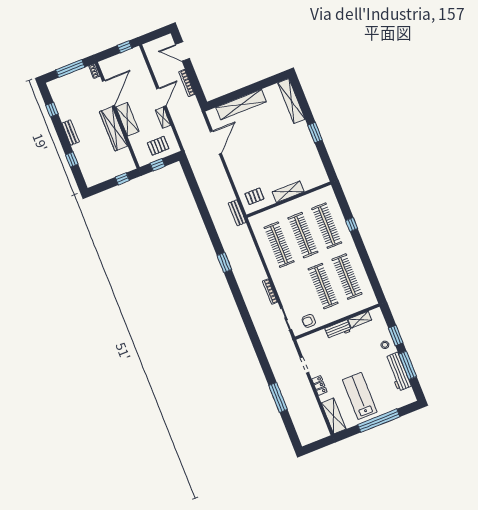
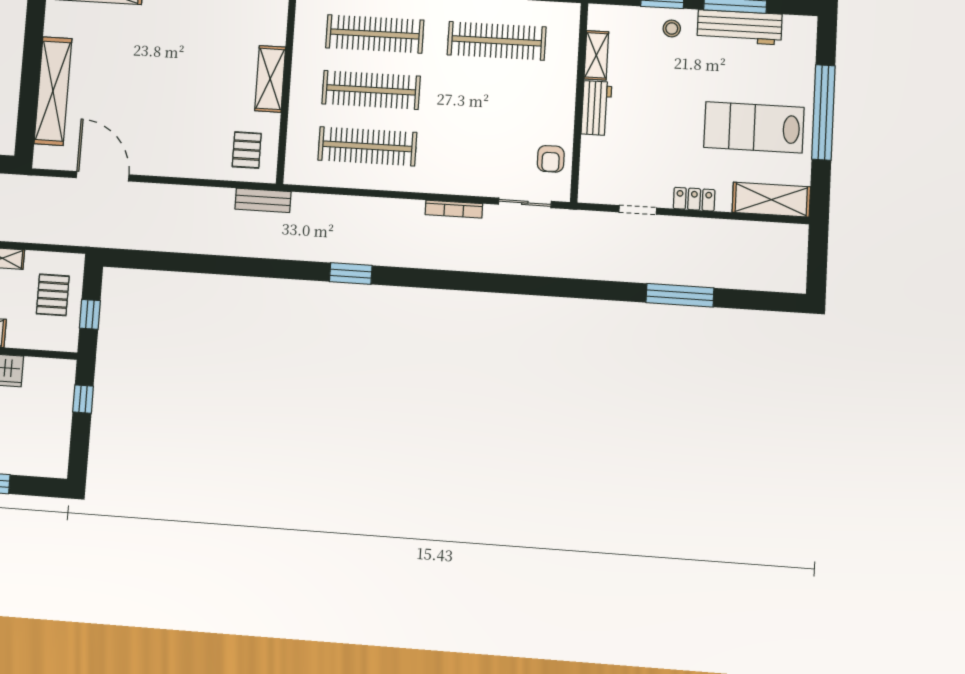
clothes rail: (323, 286) -> (493, 97), removed

